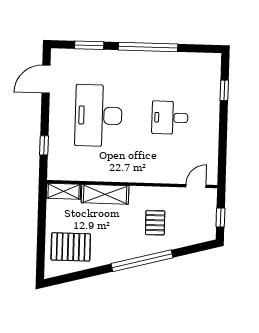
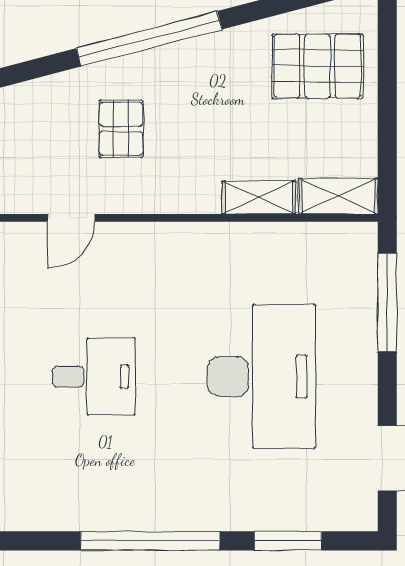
window: (44, 145) -> (387, 302), width x2.17
door: (196, 186) -> (71, 218), moved
shelving: (105, 194) -> (259, 198), width x0.67, depth x0.75

